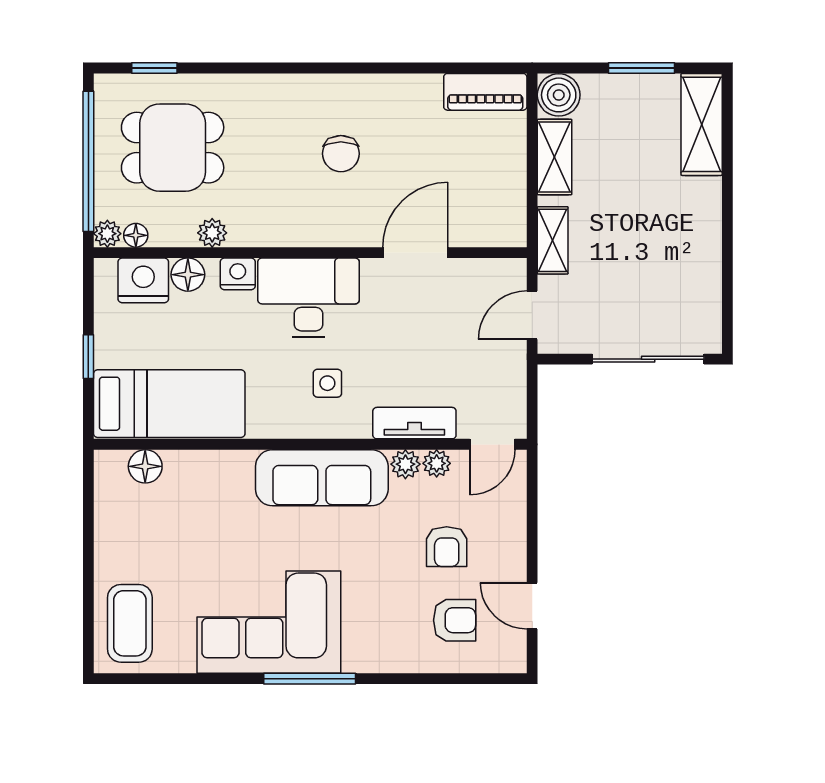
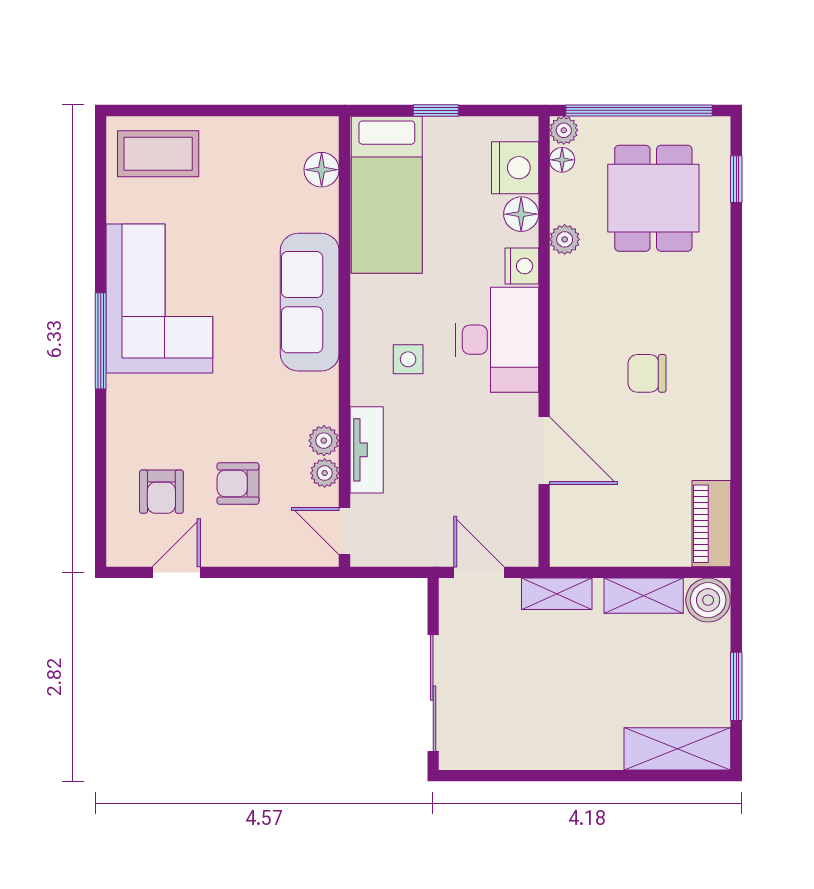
sofa: (322, 478) -> (310, 302), moved

